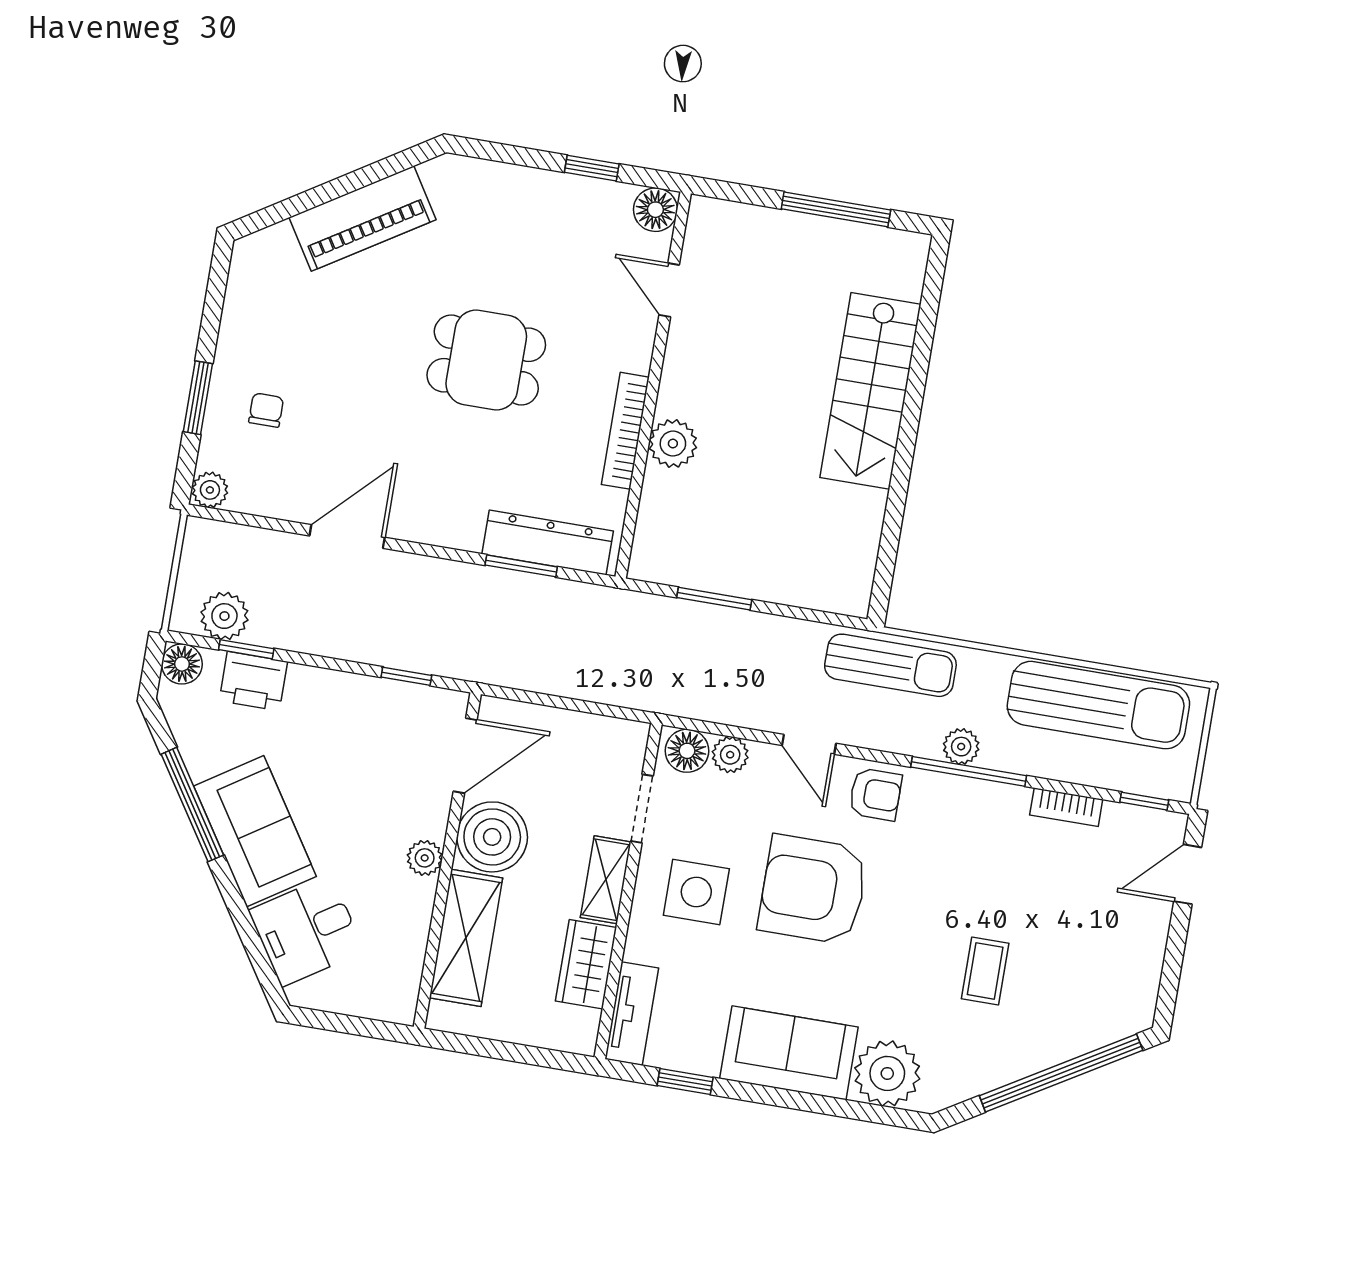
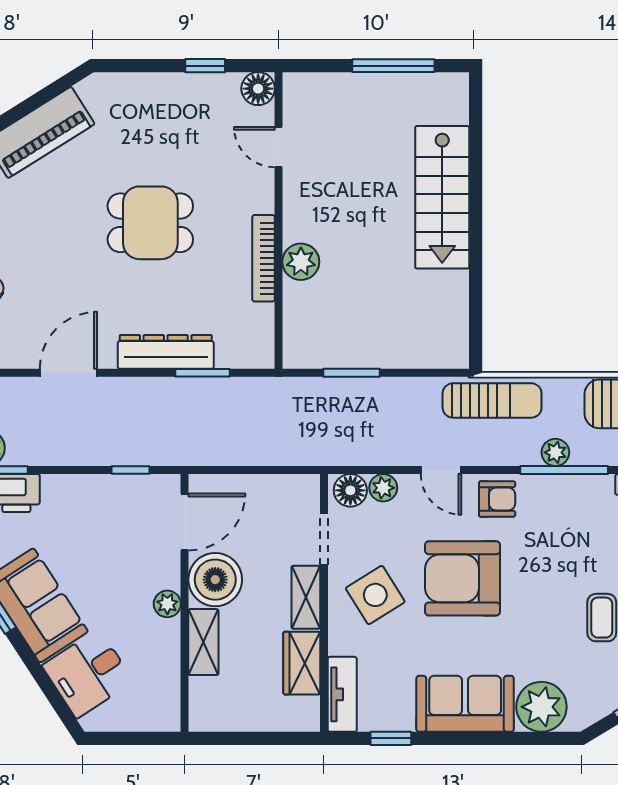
dresser: (548, 543) -> (166, 352), moved
side table: (696, 892) -> (375, 595), turned -32
shelving: (466, 938) -> (203, 642), width x0.67, depth x0.75

